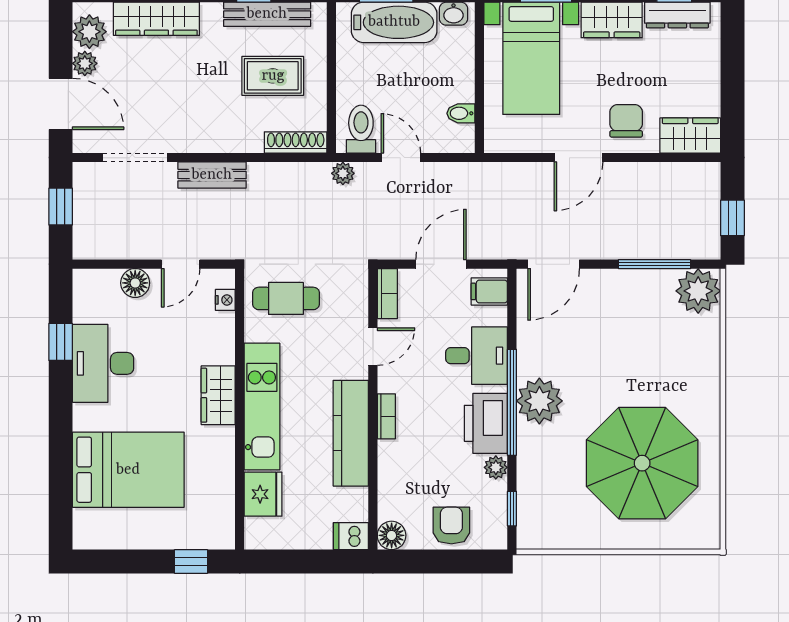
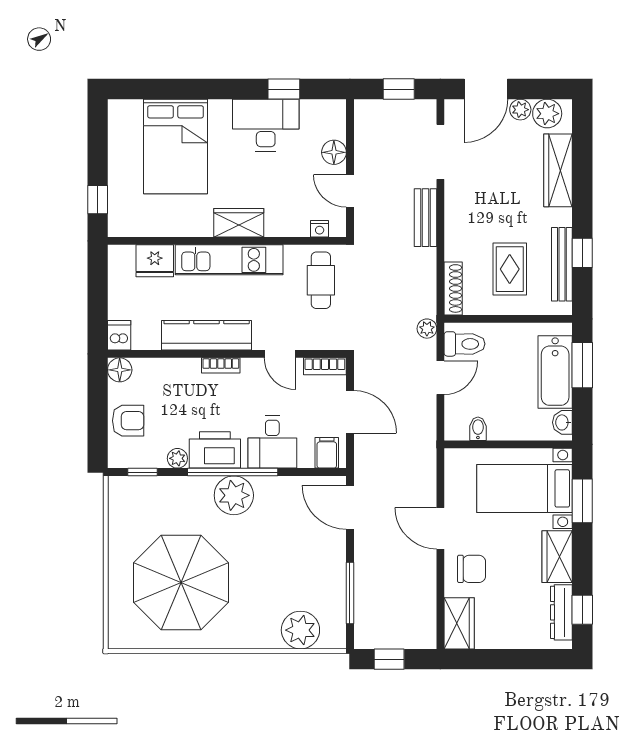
plant: (698, 291) -> (300, 630), moved

